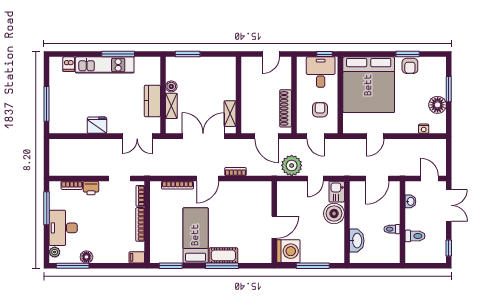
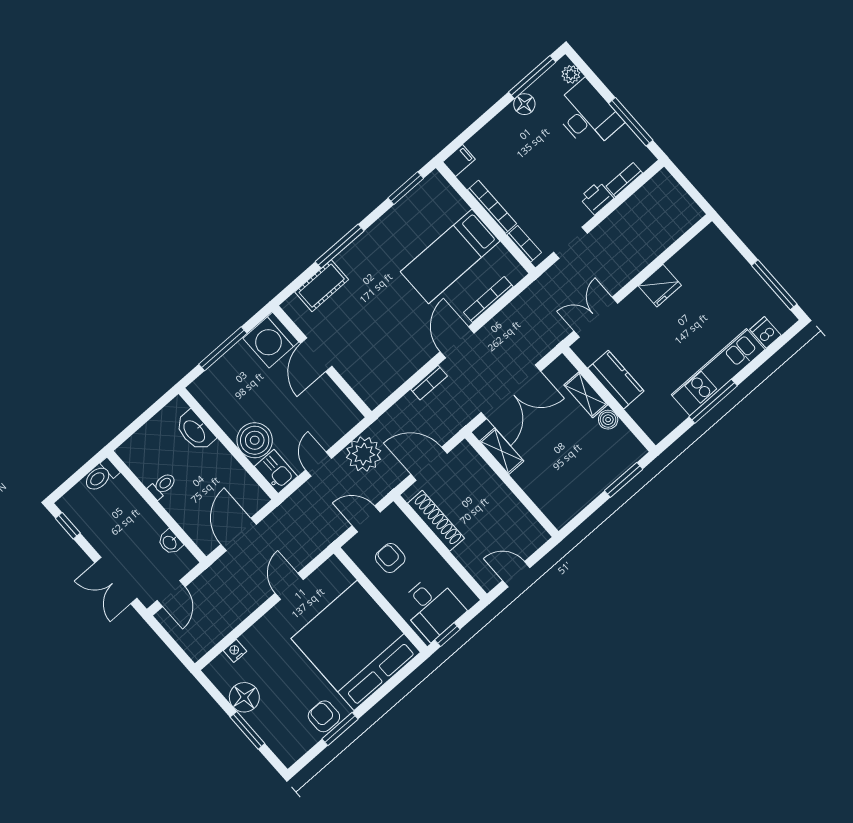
door: (271, 54) -> (516, 574), hinge flipped
window: (47, 104) -> (774, 285), moved
armchair: (320, 110) -> (390, 558), turned 180
door: (430, 178) -> (171, 594), hinge flipped
bed: (196, 235) -> (450, 256), moved, turned 90
toilet: (415, 236) -> (101, 476), moved
cot: (223, 255) -> (322, 286), moved

